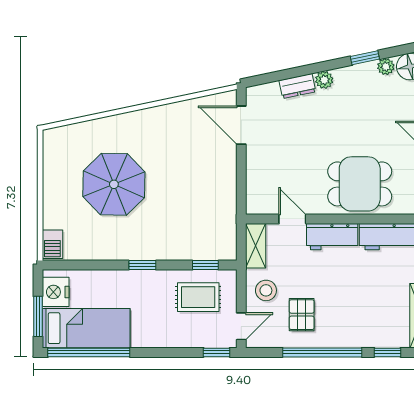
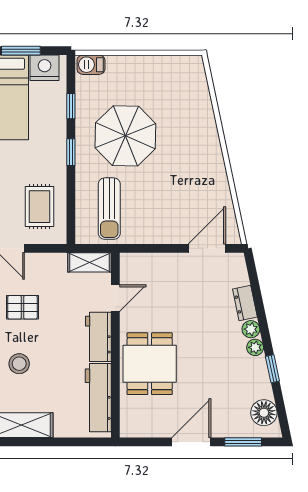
plant: (386, 67) -> (255, 347), moved
parasol: (114, 184) -> (125, 136), moved
sun lounger: (200, 225) -> (109, 209), added
window: (205, 265) -> (71, 106), moved
stool: (266, 290) -> (19, 364), moved

